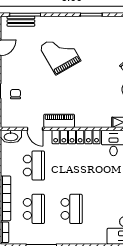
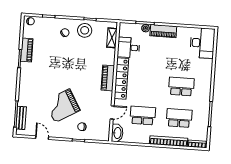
piano: (102, 22) -> (27, 50), added
grand piano: (60, 54) -> (62, 106), moved
piano: (59, 121) -> (108, 78), moved

